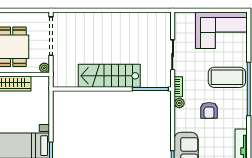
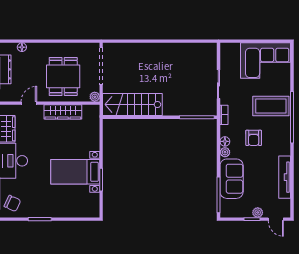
stairs: (109, 76) -> (132, 104), moved
plant: (179, 103) -> (225, 152), moved
floor lamp: (179, 114) -> (225, 141), added

